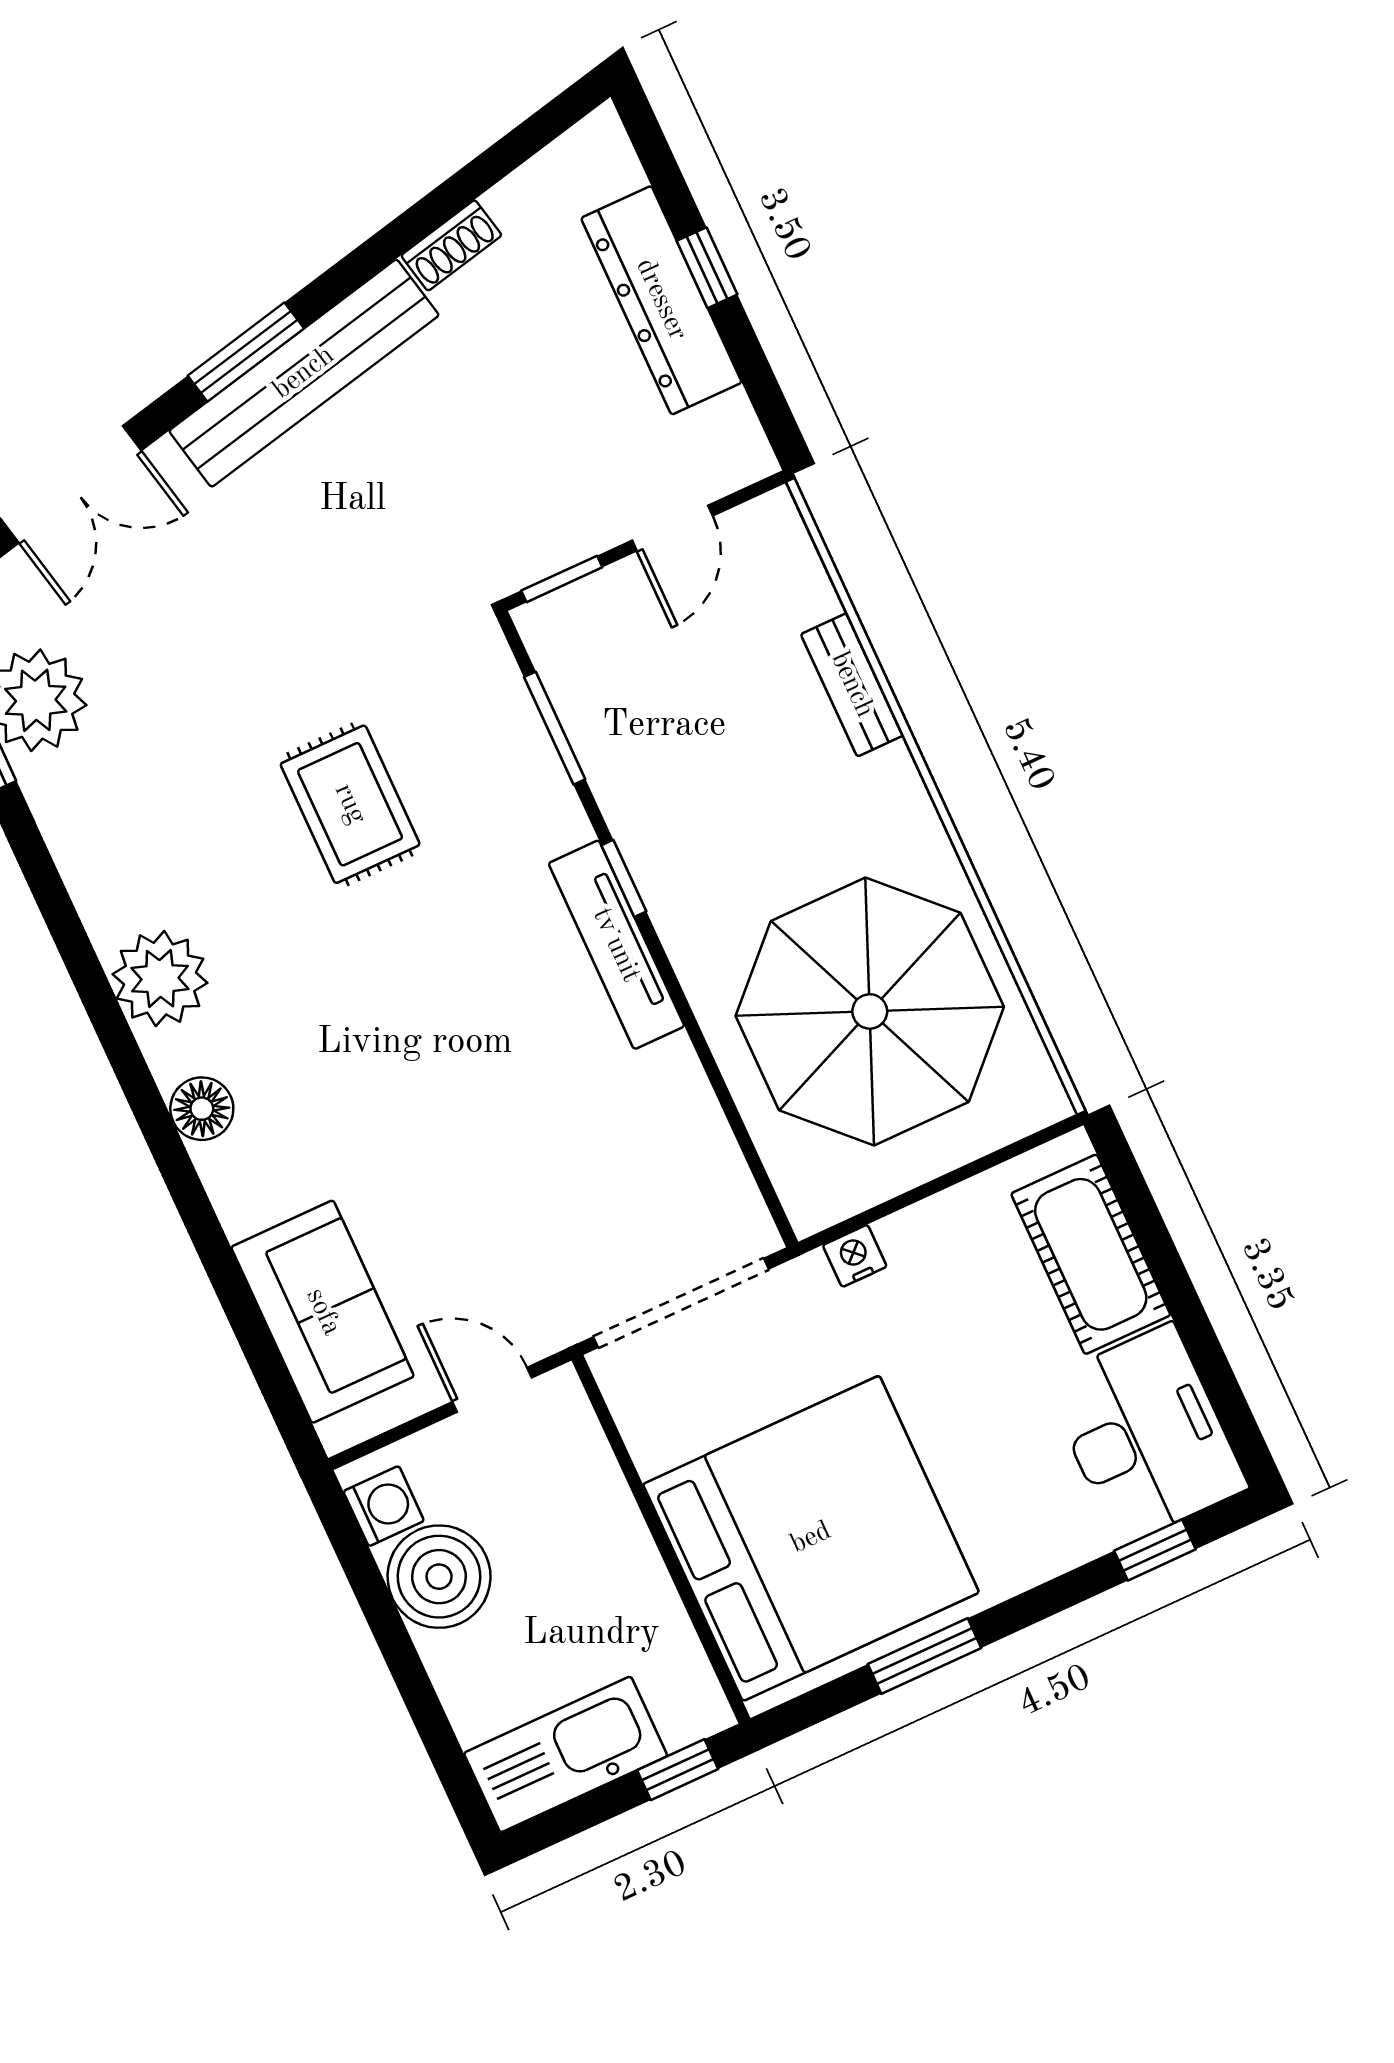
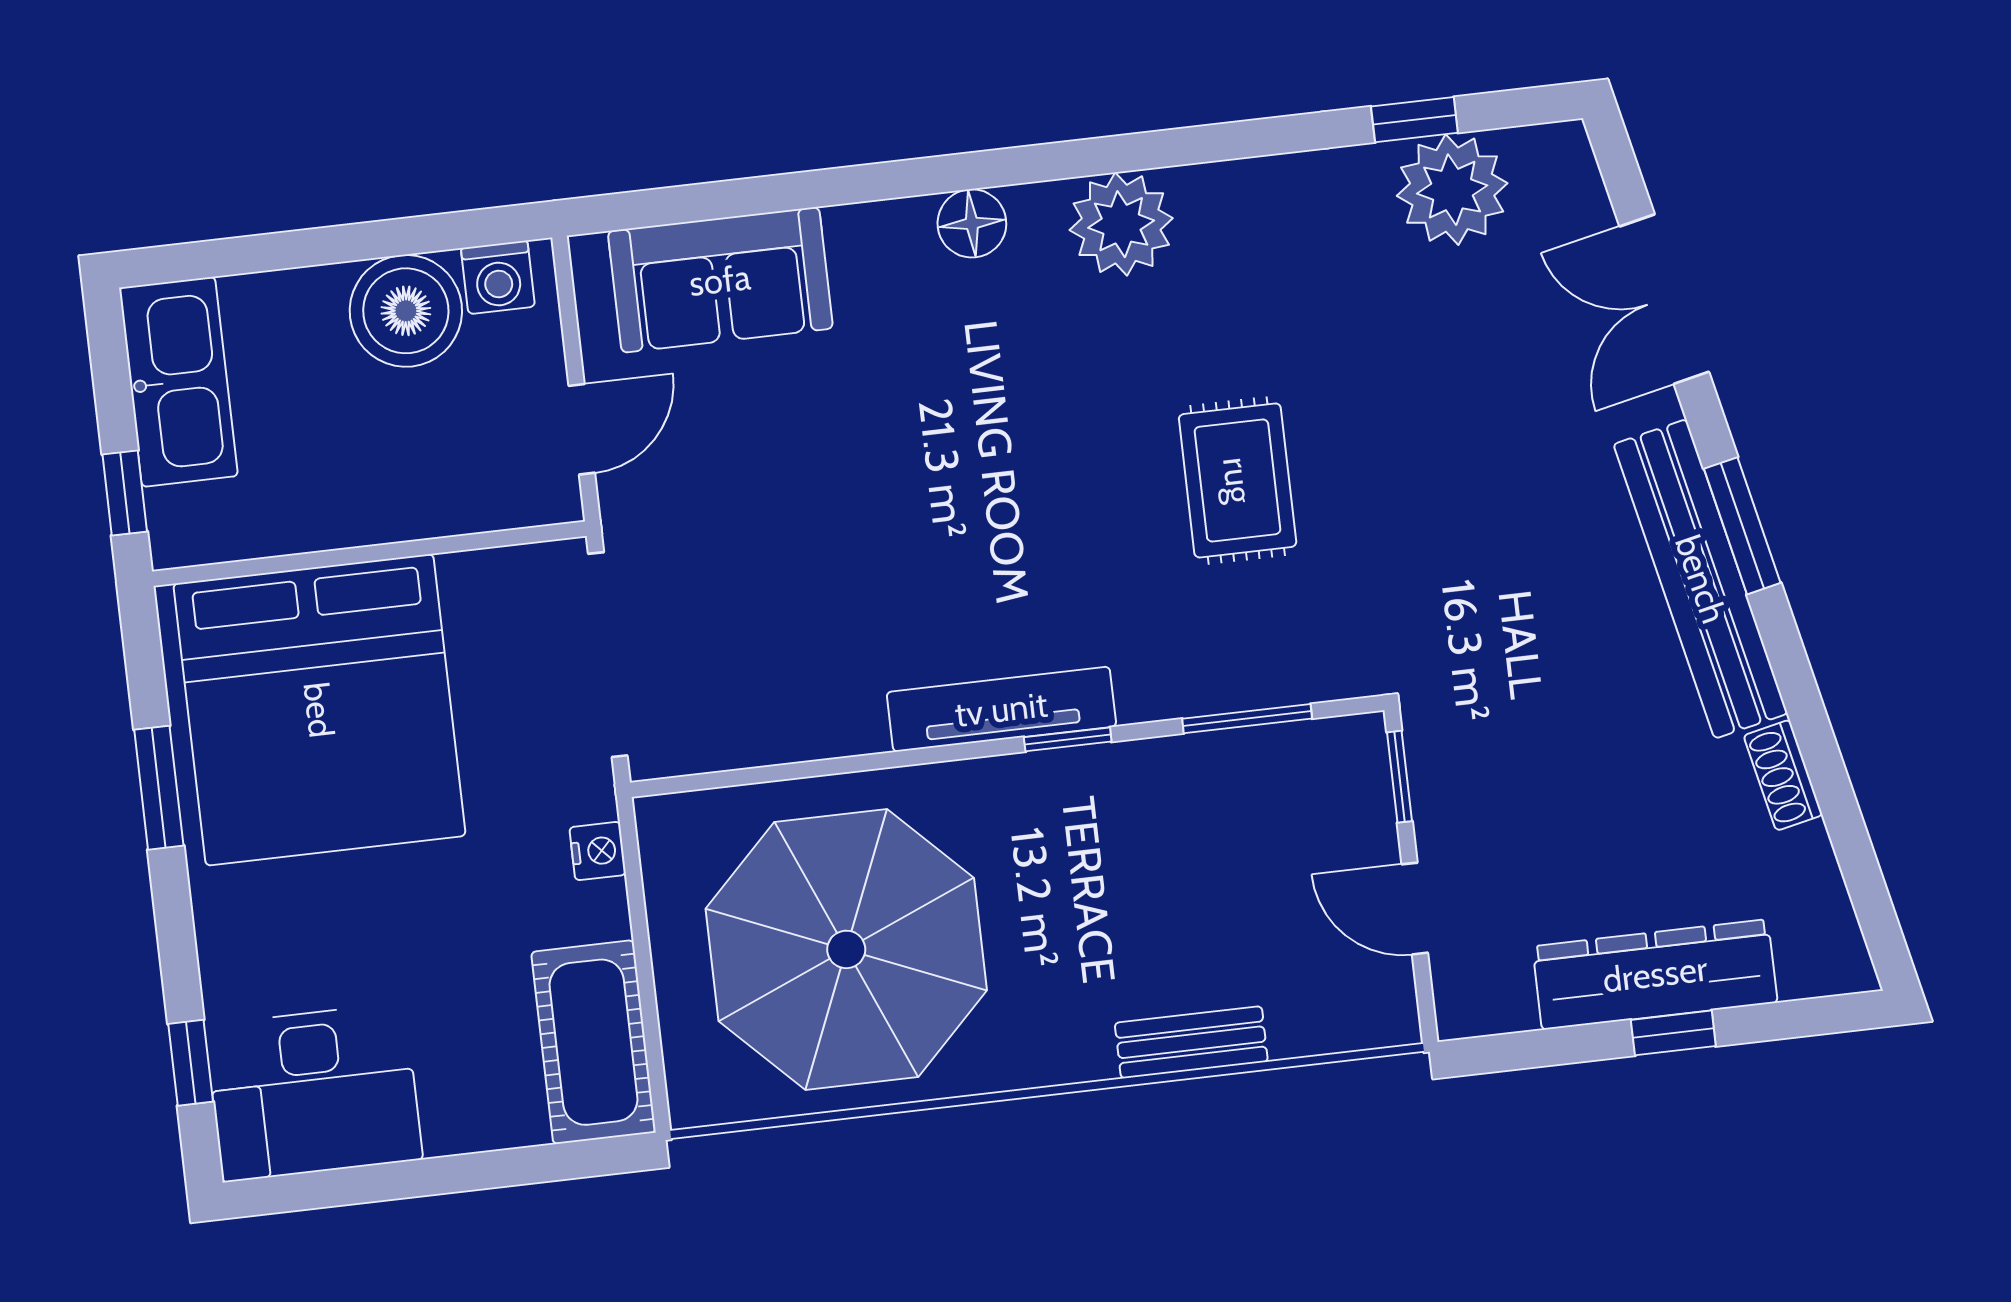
rug: (350, 804) -> (1238, 480), turned 90
cot: (1091, 1254) -> (594, 1042), moved, turned 90

